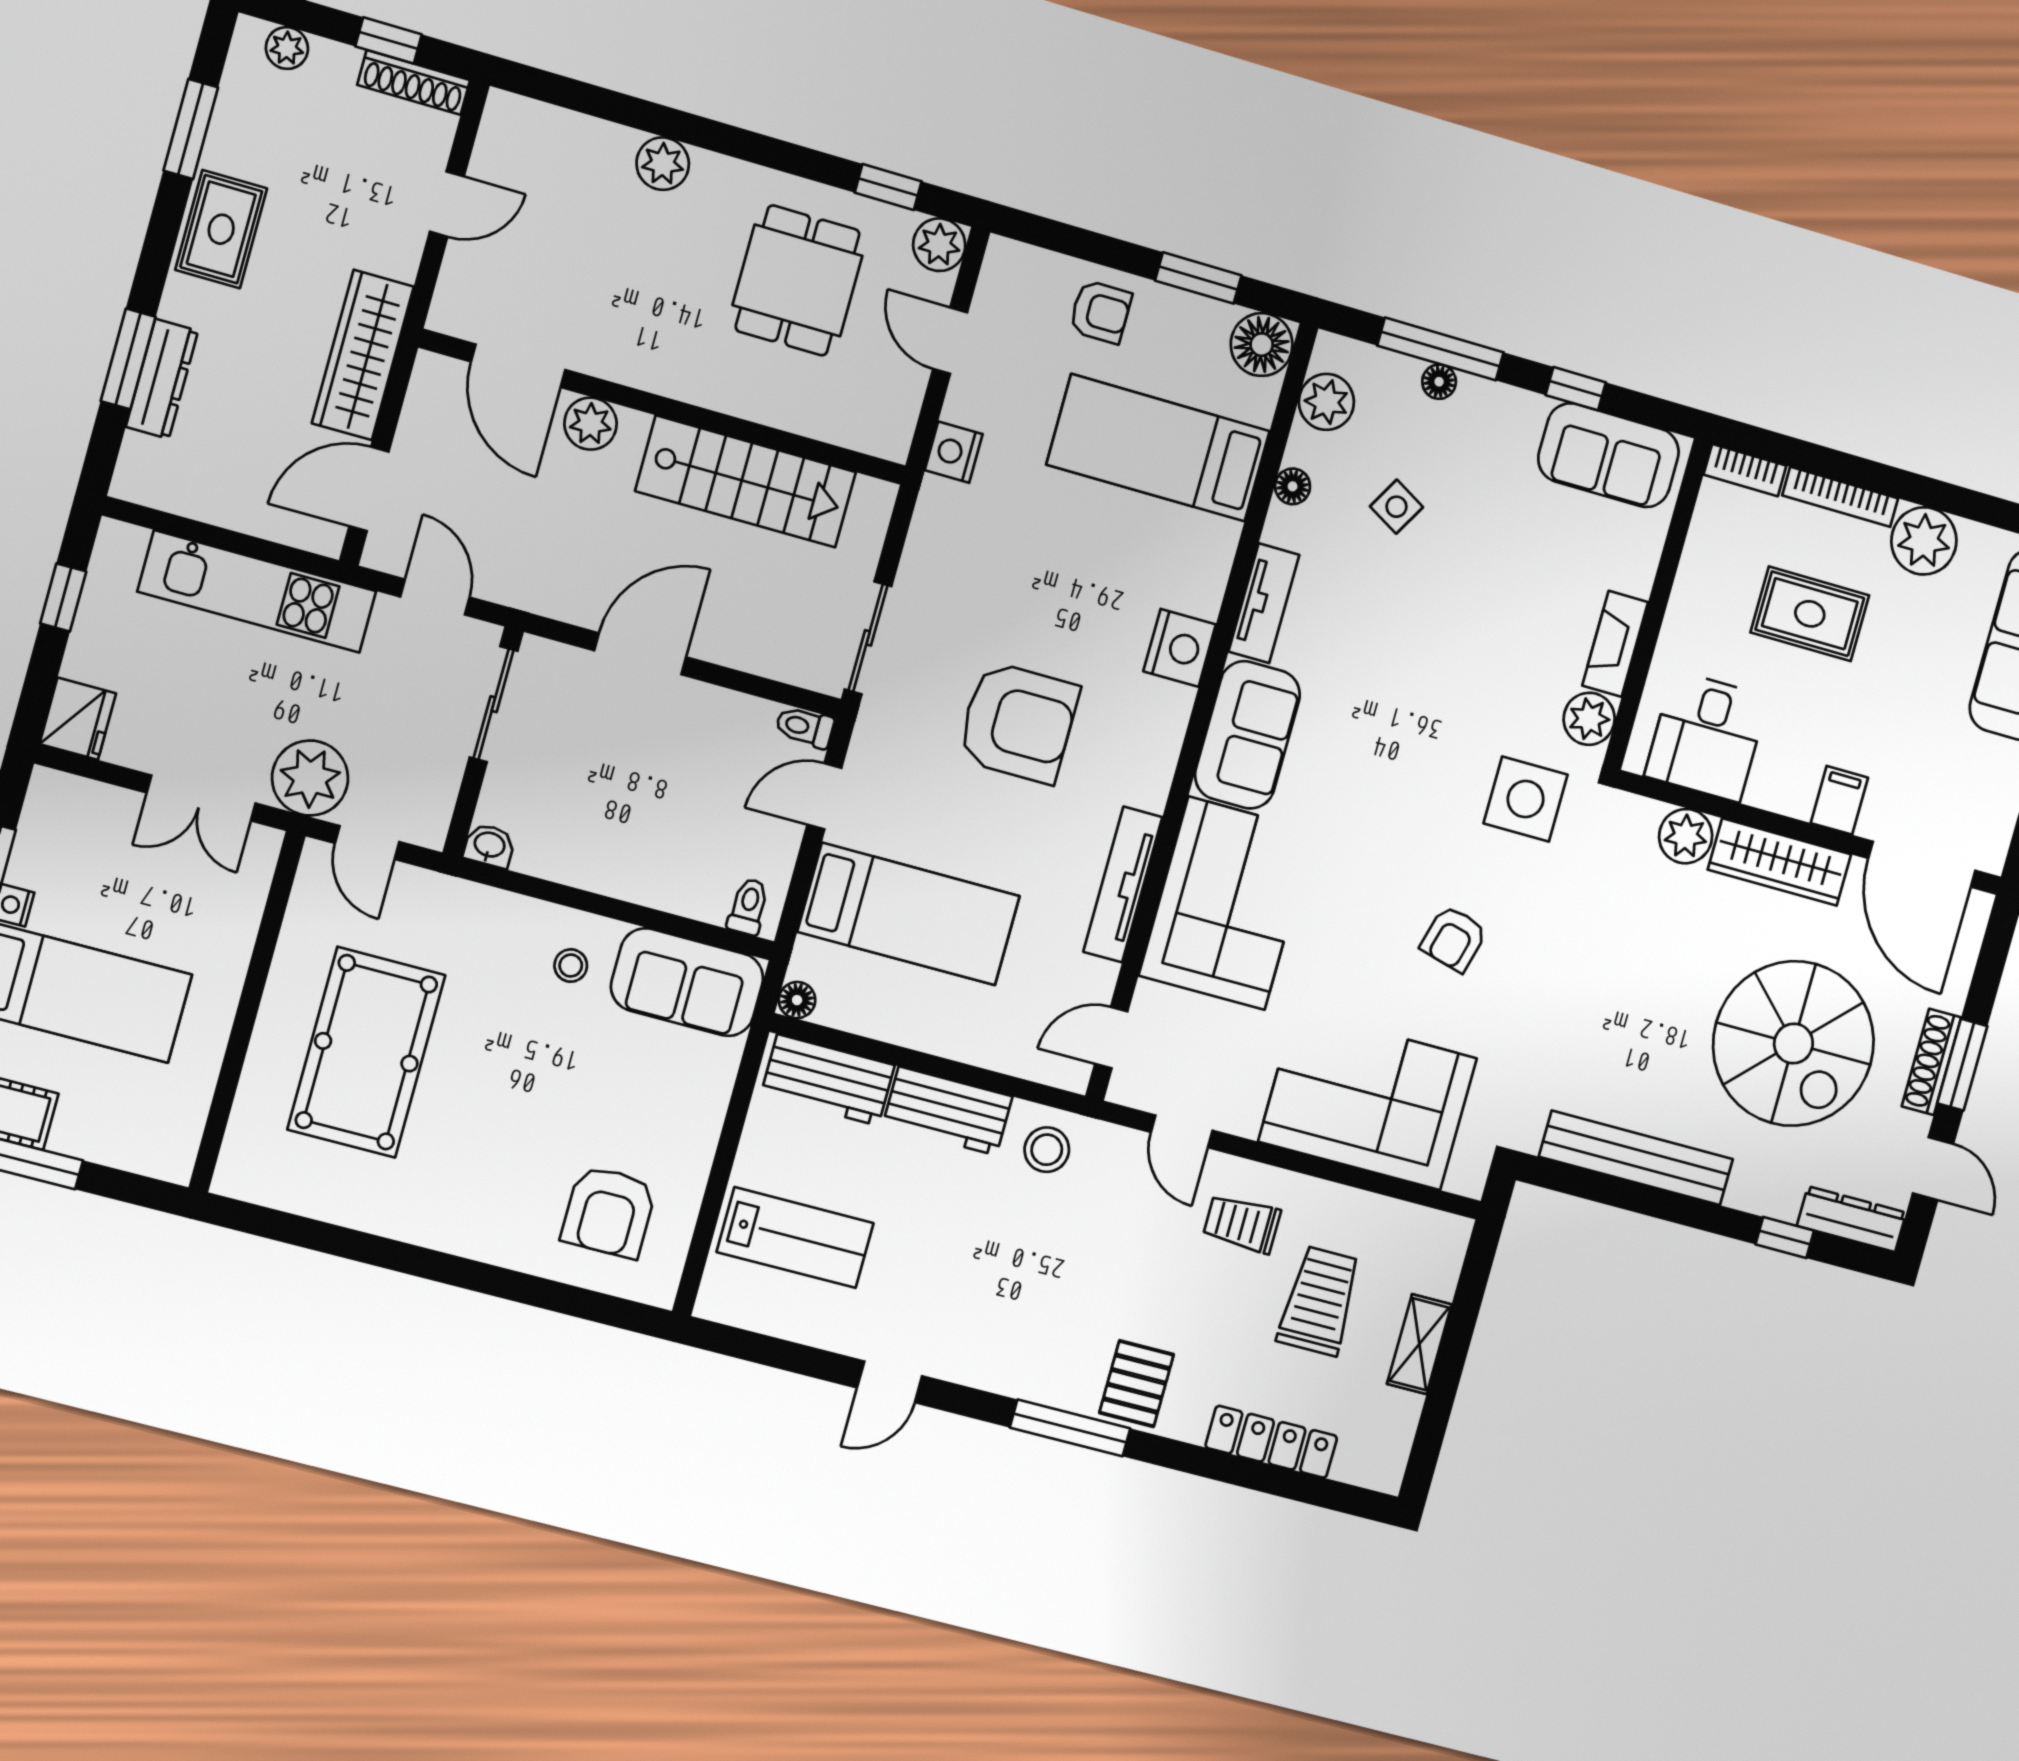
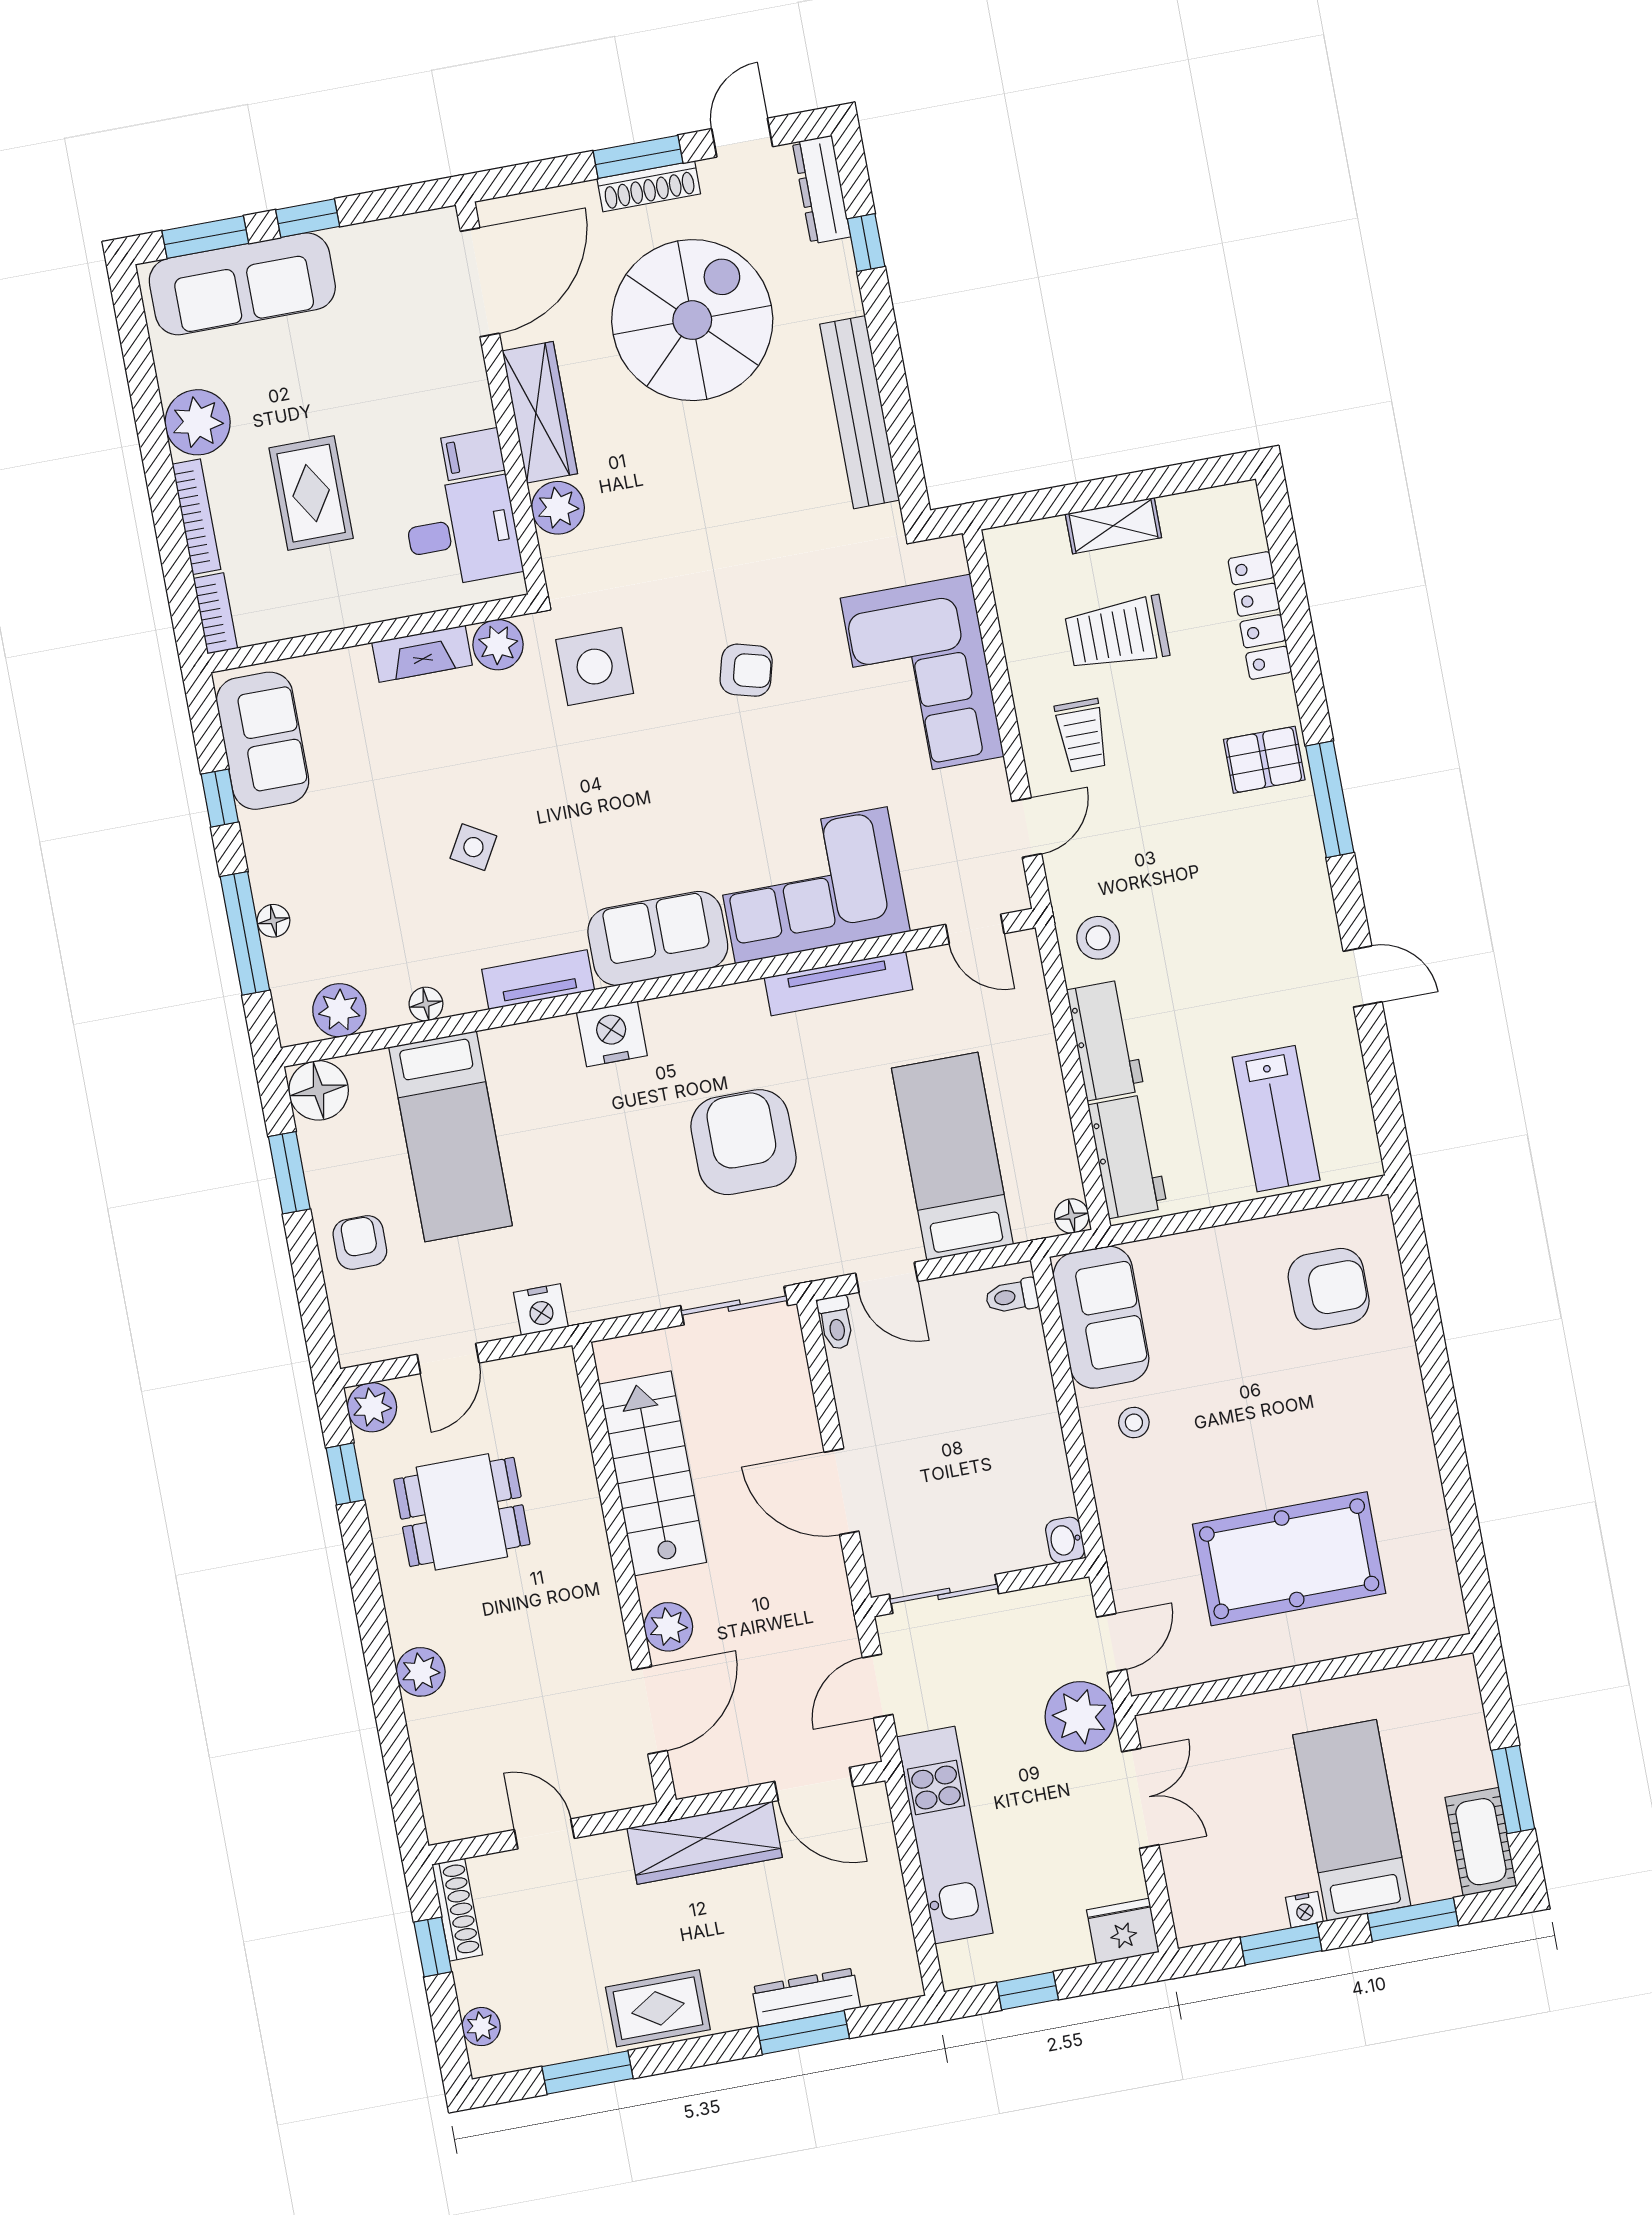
side table: (1396, 507) -> (473, 847), moved
filing cabinet: (1839, 800) -> (473, 454), moved
lab bench: (795, 1238) -> (1276, 1119), turned 180

